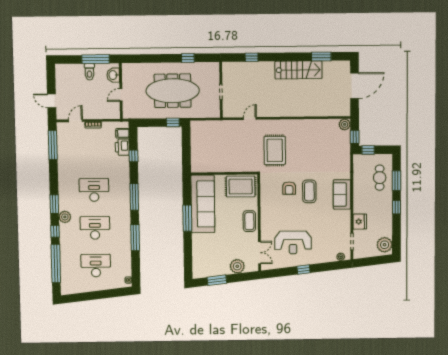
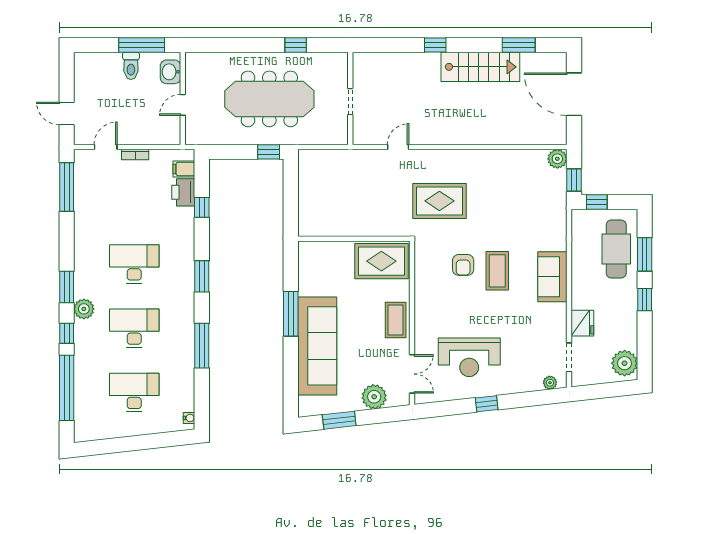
window: (252, 57) -> (435, 45), moved
door: (355, 86) -> (574, 94), swing flipped
rug: (275, 150) -> (439, 201), turned 90
cafe table: (380, 178) -> (616, 249), width x1.37, depth x1.35
window: (134, 197) -> (202, 276), width x0.69
sofa: (203, 204) -> (317, 346), moved

